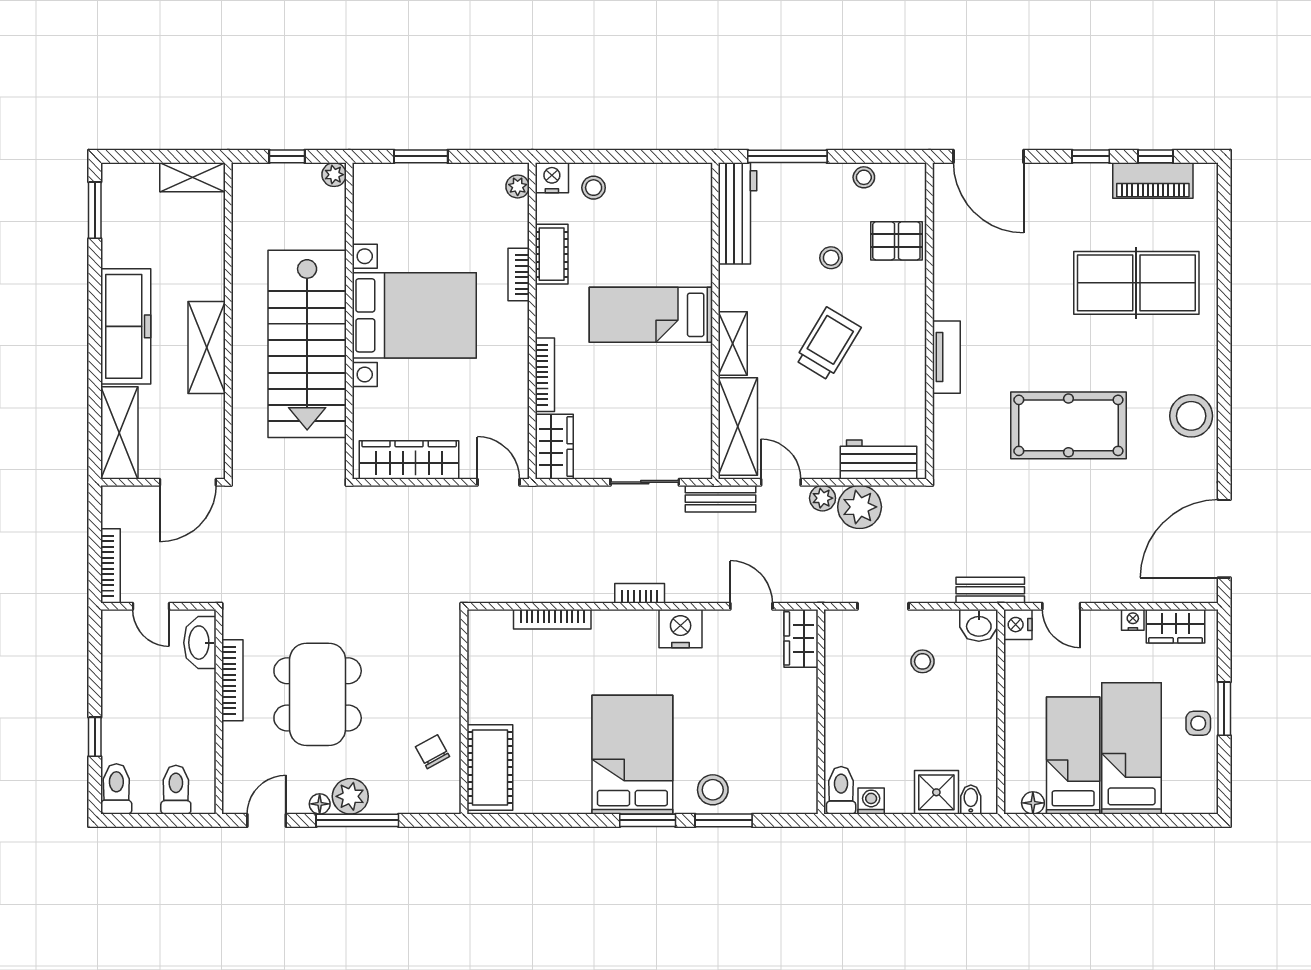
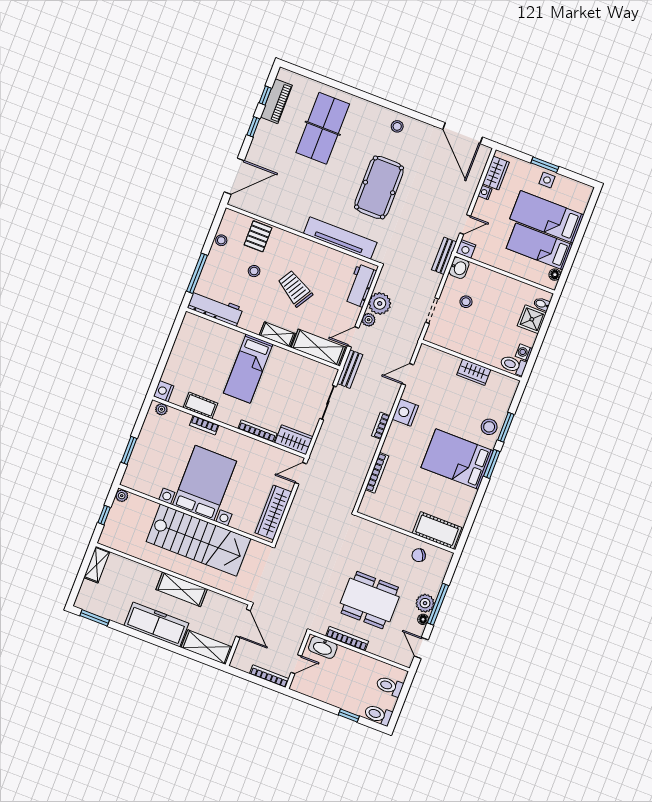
stool: (594, 188) -> (176, 373), removed
tv unit: (946, 357) -> (340, 238), width x1.92, depth x1.29
stool: (1191, 416) -> (397, 126), width x0.53, depth x0.53
wardrobe: (801, 638) -> (474, 372), moved

